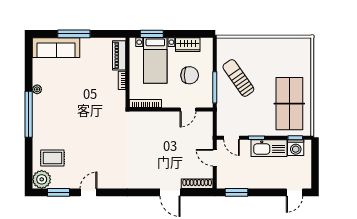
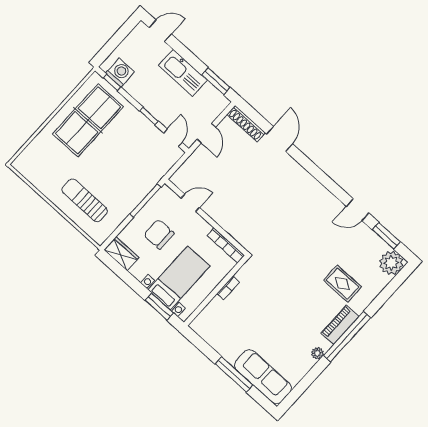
wardrobe: (188, 45) -> (121, 254), moved
piano: (119, 55) -> (340, 325), moved, turned 180
sun lounger: (238, 78) -> (85, 200), moved, turned 125
kitchen sink: (269, 148) -> (183, 73), moved, turned 180
rug: (52, 158) -> (342, 284), moved

